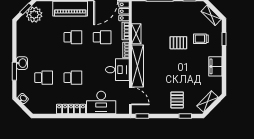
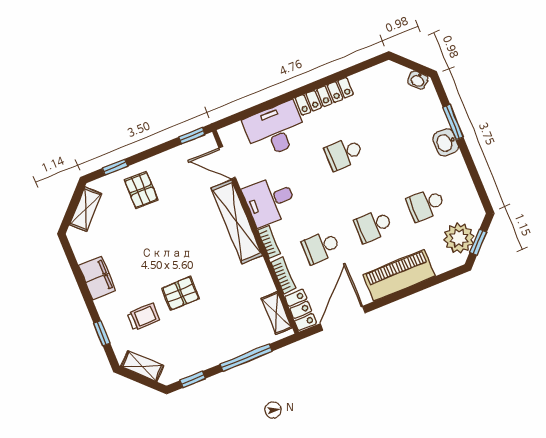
shelving: (136, 34) -> (277, 313), moved
school desk: (44, 78) -> (426, 204), moved

